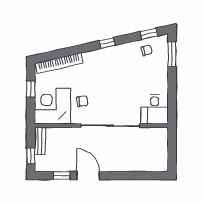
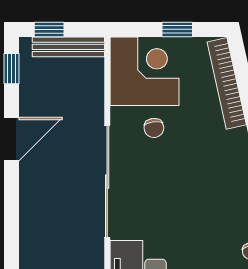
bench: (40, 141) -> (68, 47), width x1.36
window: (62, 176) -> (12, 69), moved

